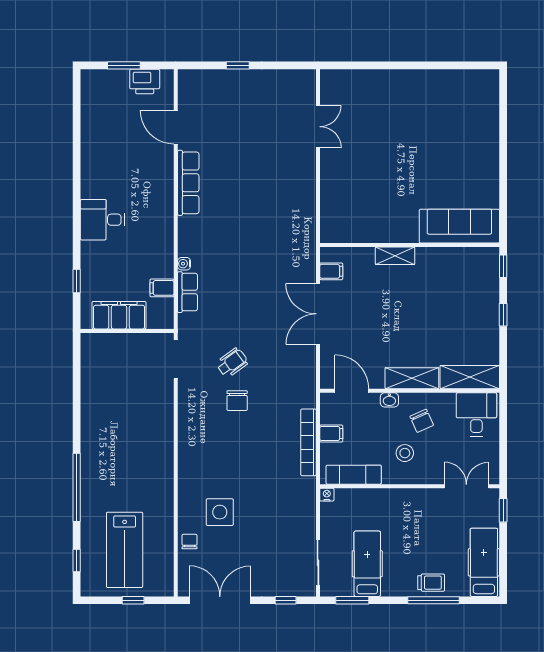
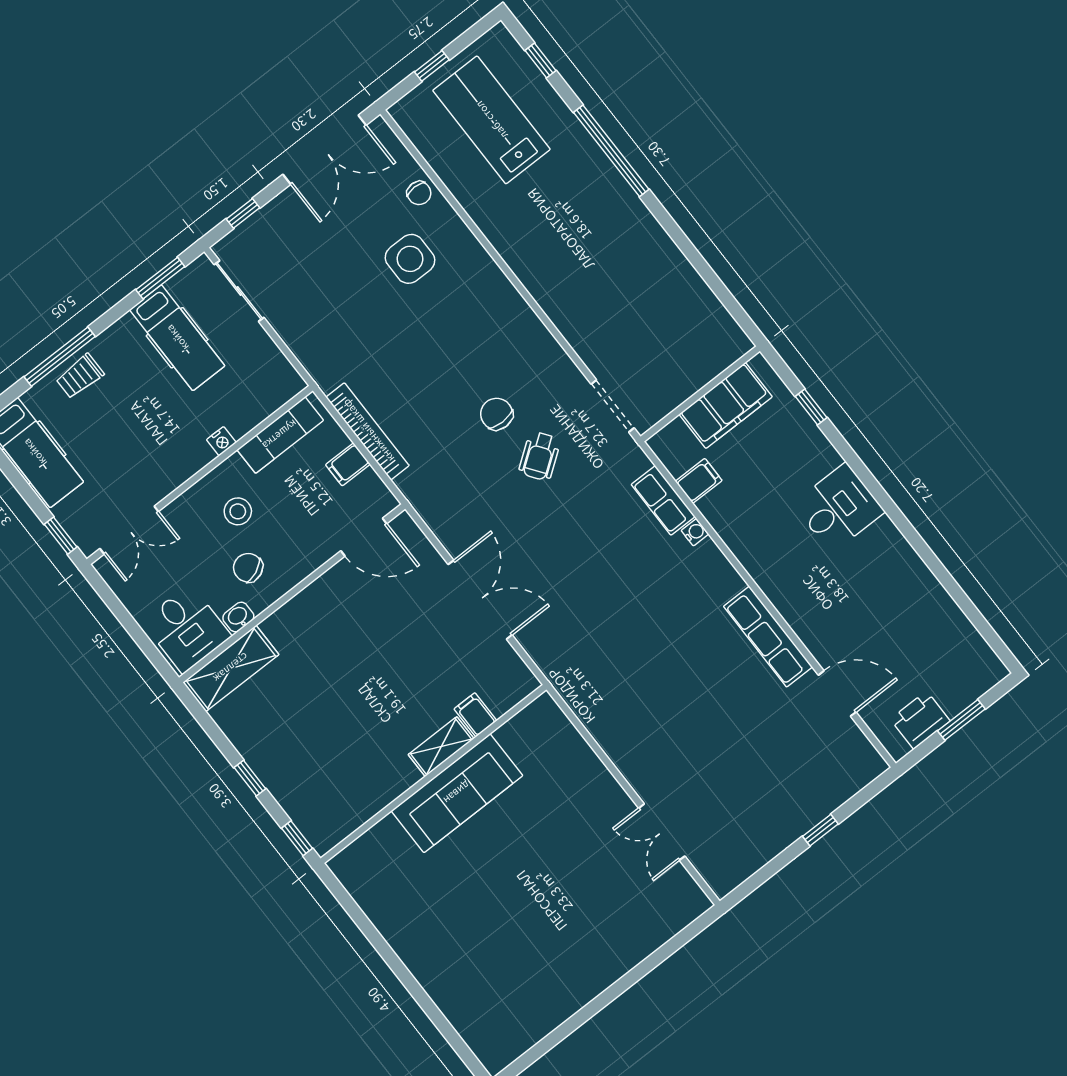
sofa: (459, 226) -> (457, 793), moved
filing cabinet: (331, 271) -> (475, 715), moved, turned 90
shelving: (412, 378) -> (302, 611), removed
washbasin: (389, 400) -> (238, 617), moved
nightstand: (327, 495) -> (221, 441), moved

